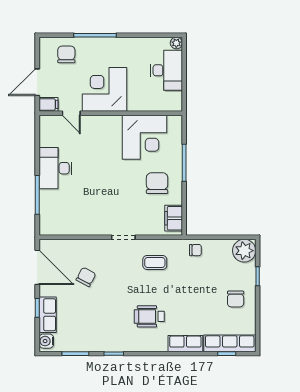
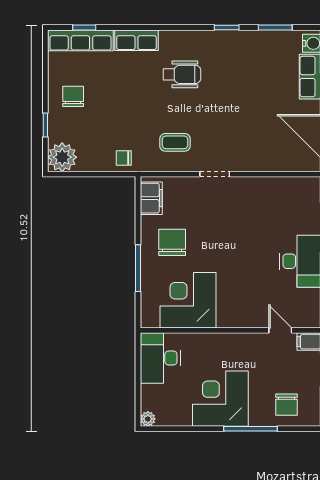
desk: (166, 70) -> (160, 358), moved
corner desk: (105, 89) -> (220, 399), moved, turned 180
chair: (157, 183) -> (172, 242), turned 180
chair: (86, 277) -> (262, 124), removed

